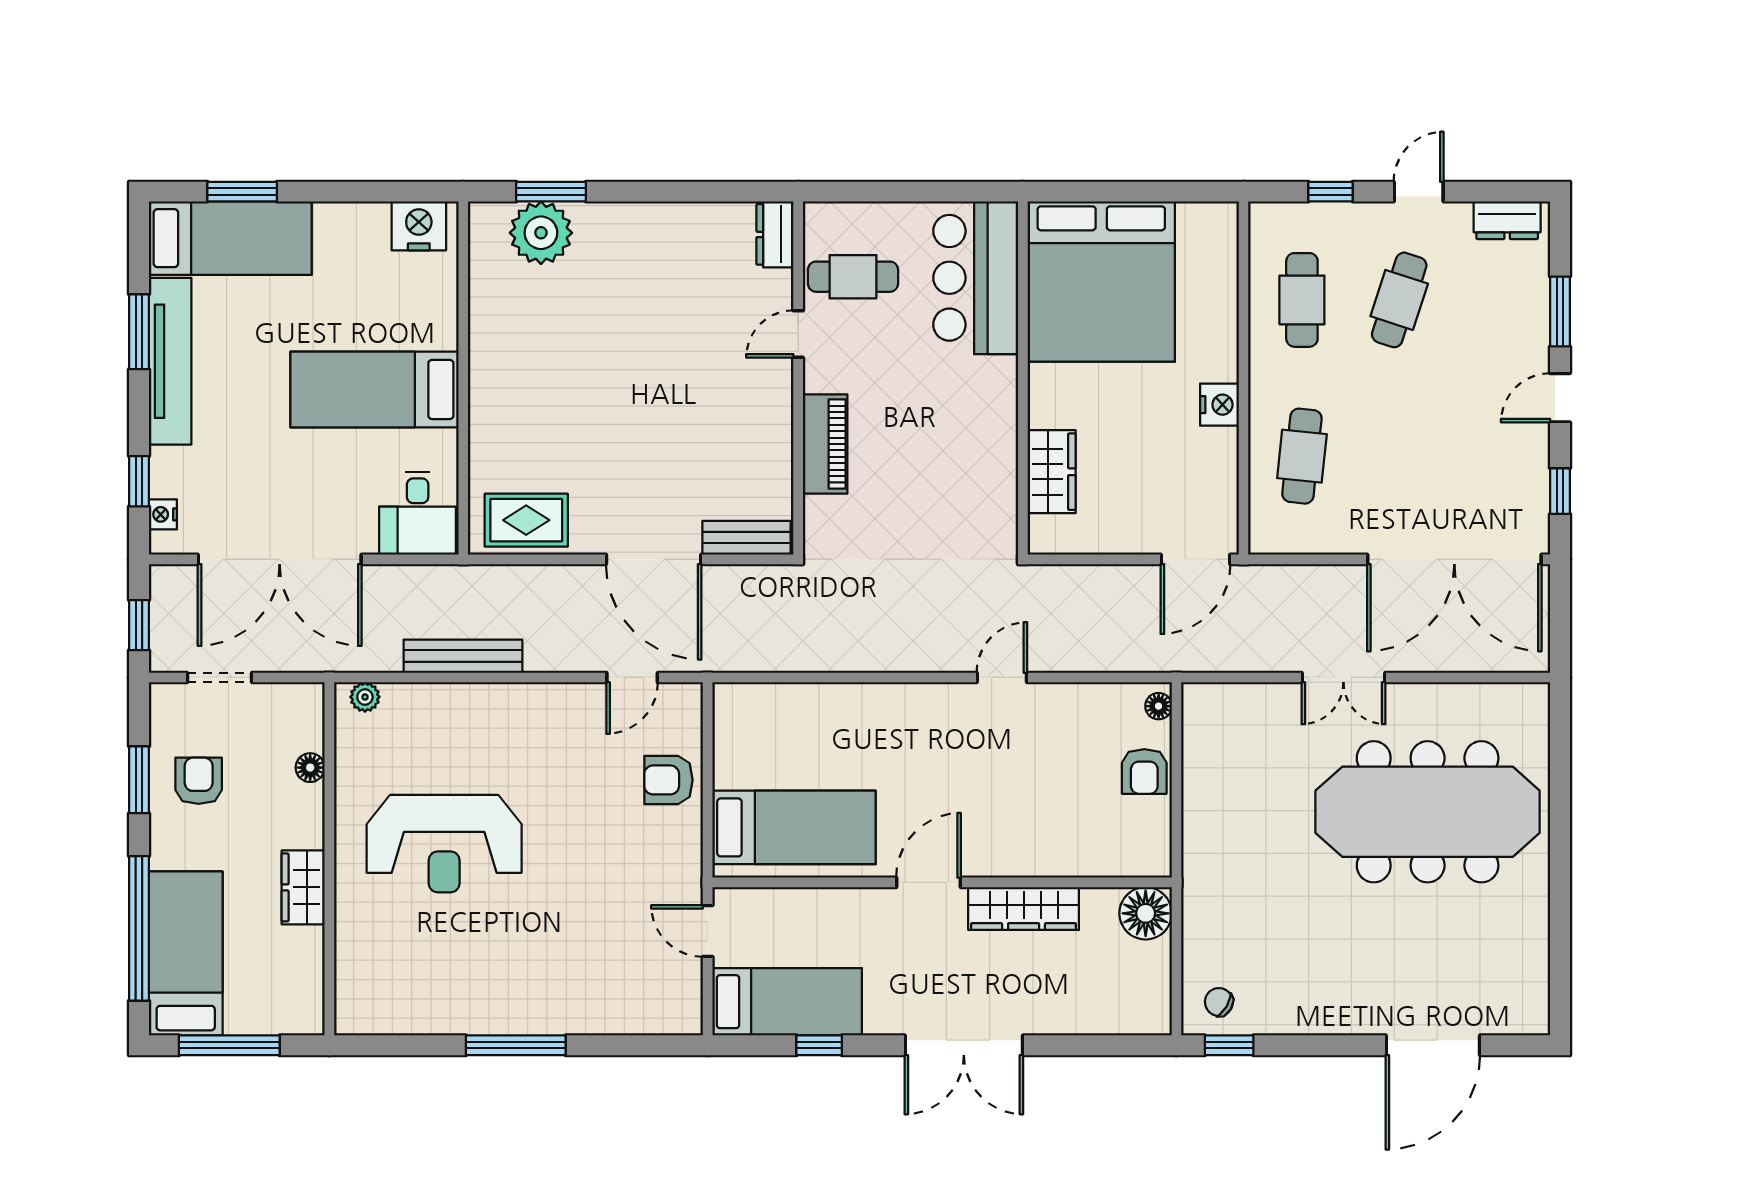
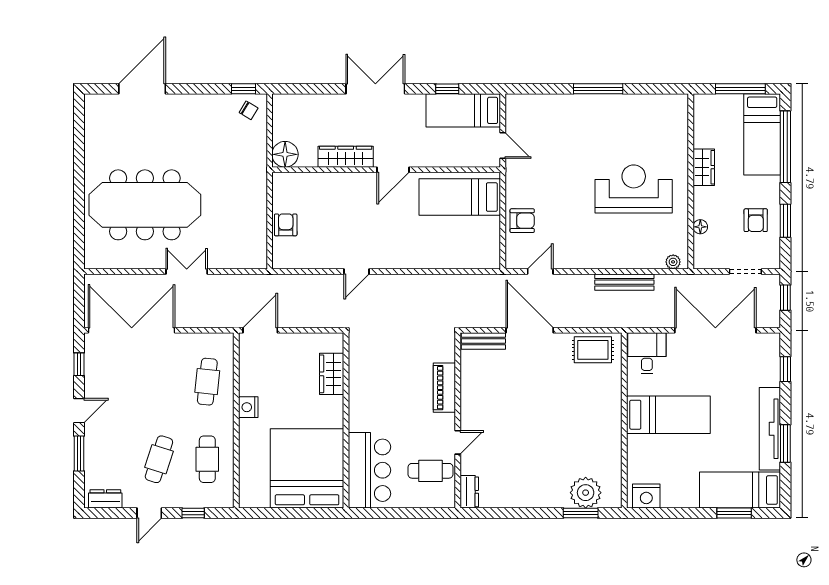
nightstand: (163, 514) -> (773, 353), removed
floor lamp: (1159, 706) -> (279, 257), removed

